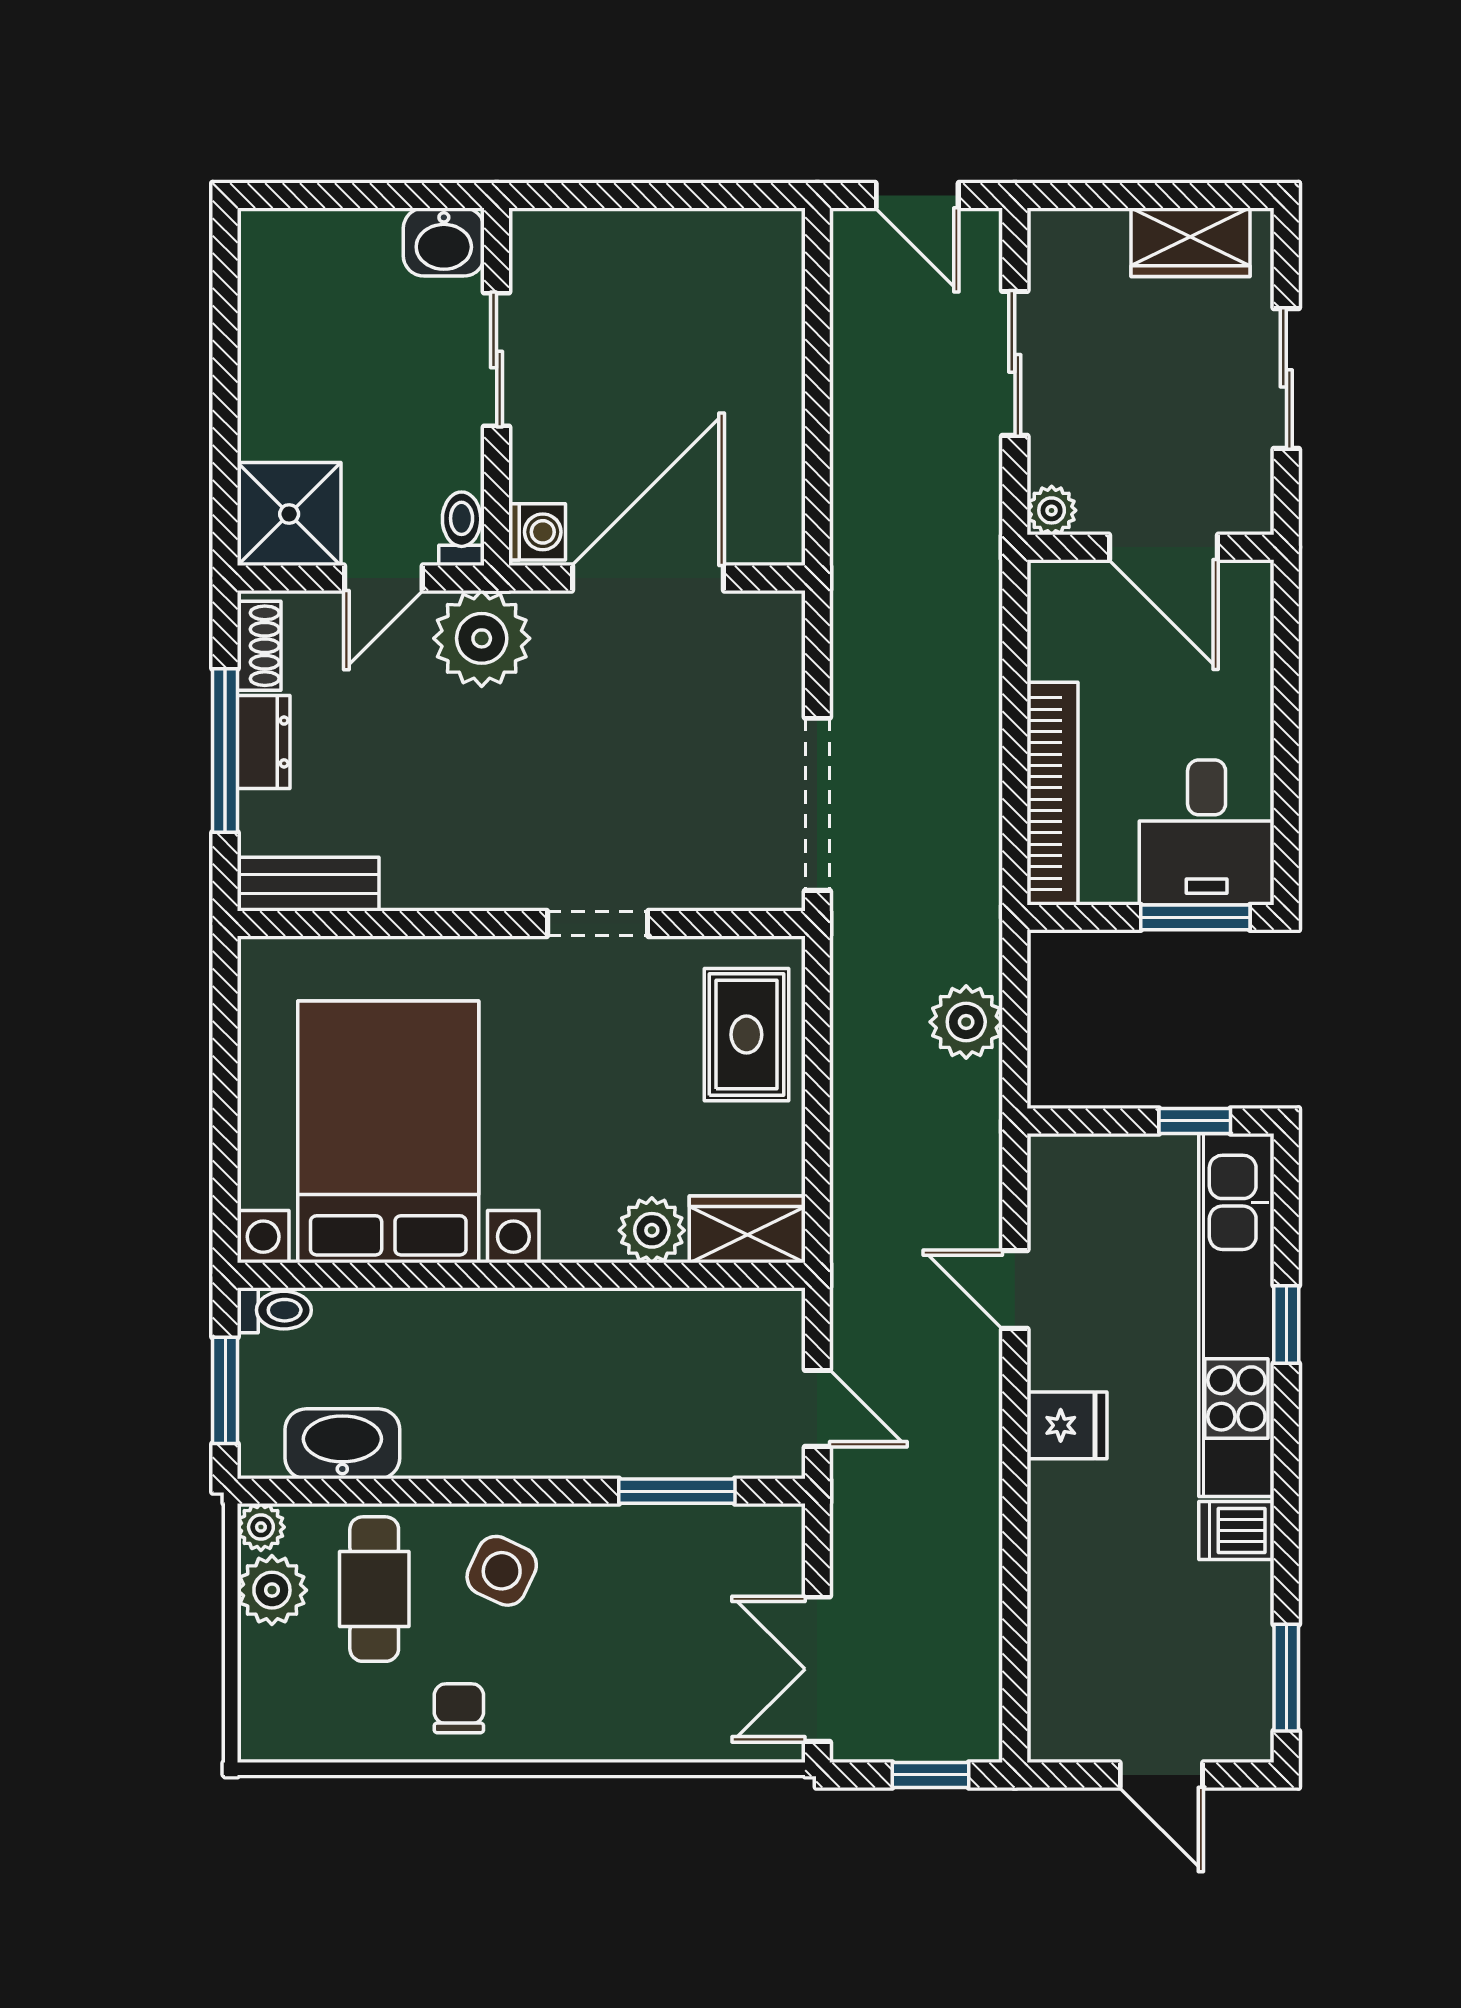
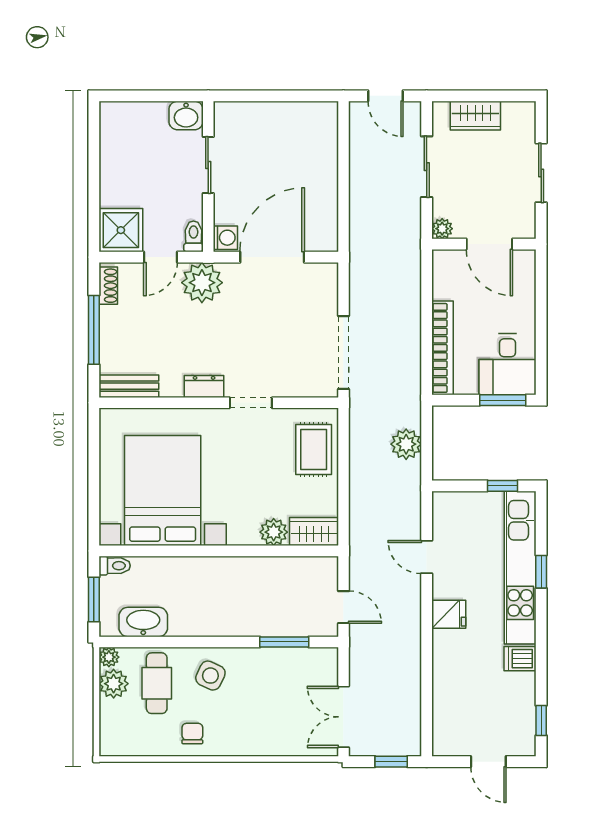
wardrobe: (1190, 242) -> (475, 116), moved
dresser: (264, 742) -> (204, 386), moved, turned -90
window: (1286, 1678) -> (541, 721), width x0.67

